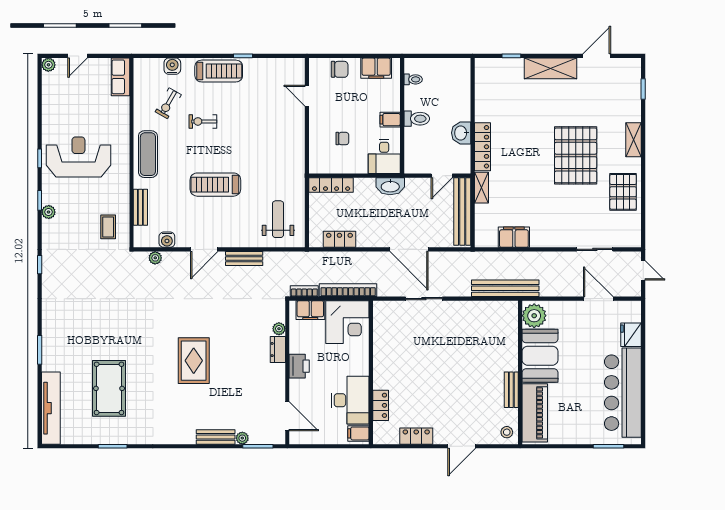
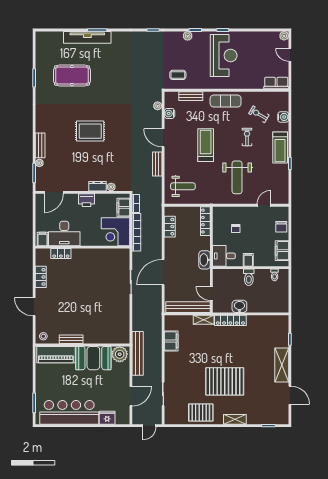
weight bench: (264, 137) -> (237, 177), added
bench: (505, 288) -> (138, 353), moved
tv unit: (51, 408) -> (87, 37), moved

